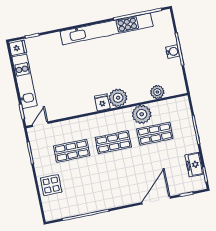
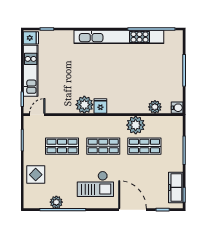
water cooler: (173, 52) -> (177, 108), moved
plant: (118, 98) -> (84, 105), moved
freezer: (194, 165) -> (176, 187), width x1.40
checkout: (113, 182) -> (95, 184), added
door: (156, 200) -> (133, 210), hinge flipped
plant: (78, 209) -> (56, 202), added

